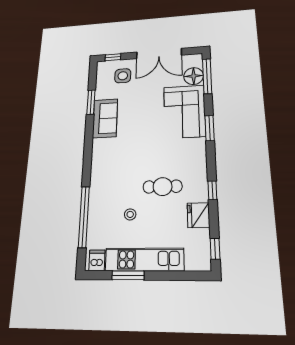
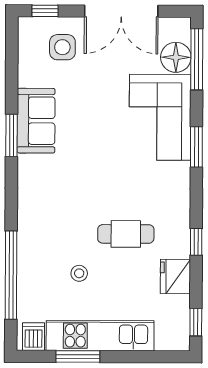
window: (91, 102) -> (12, 135), moved

